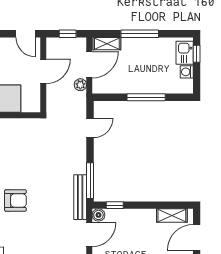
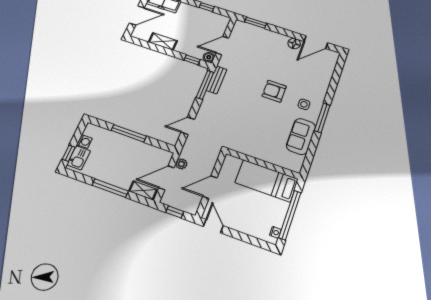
bench: (80, 197) -> (217, 80), width x0.73
shelving: (172, 216) -> (163, 41), moved

